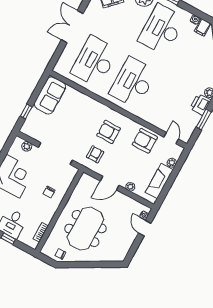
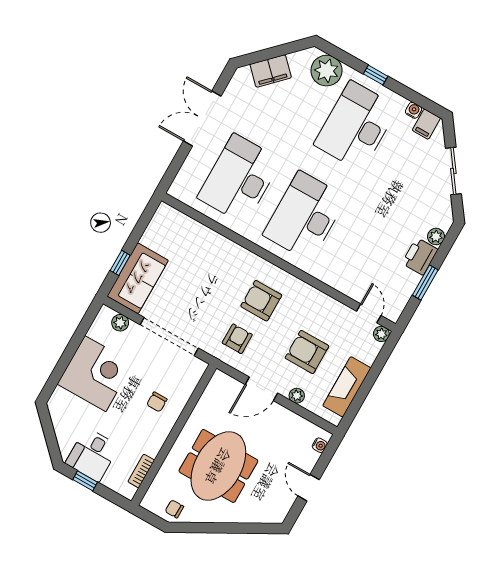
sofa: (50, 95) -> (138, 278), moved
armchair: (145, 141) -> (307, 352), moved
plant: (172, 163) -> (381, 334), moved
door: (145, 228) -> (309, 488), moved

